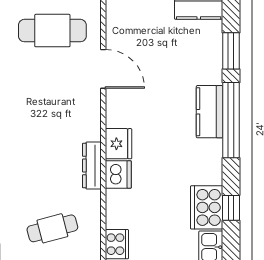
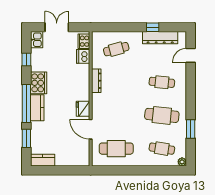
fridge: (119, 144) -> (83, 109), moved
dishwasher: (118, 174) -> (83, 56), moved
cooker: (207, 207) -> (39, 83), moved

